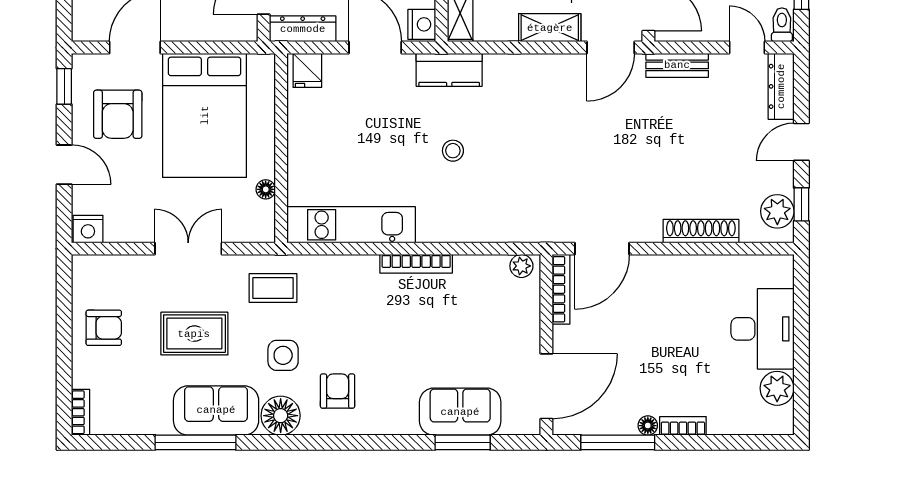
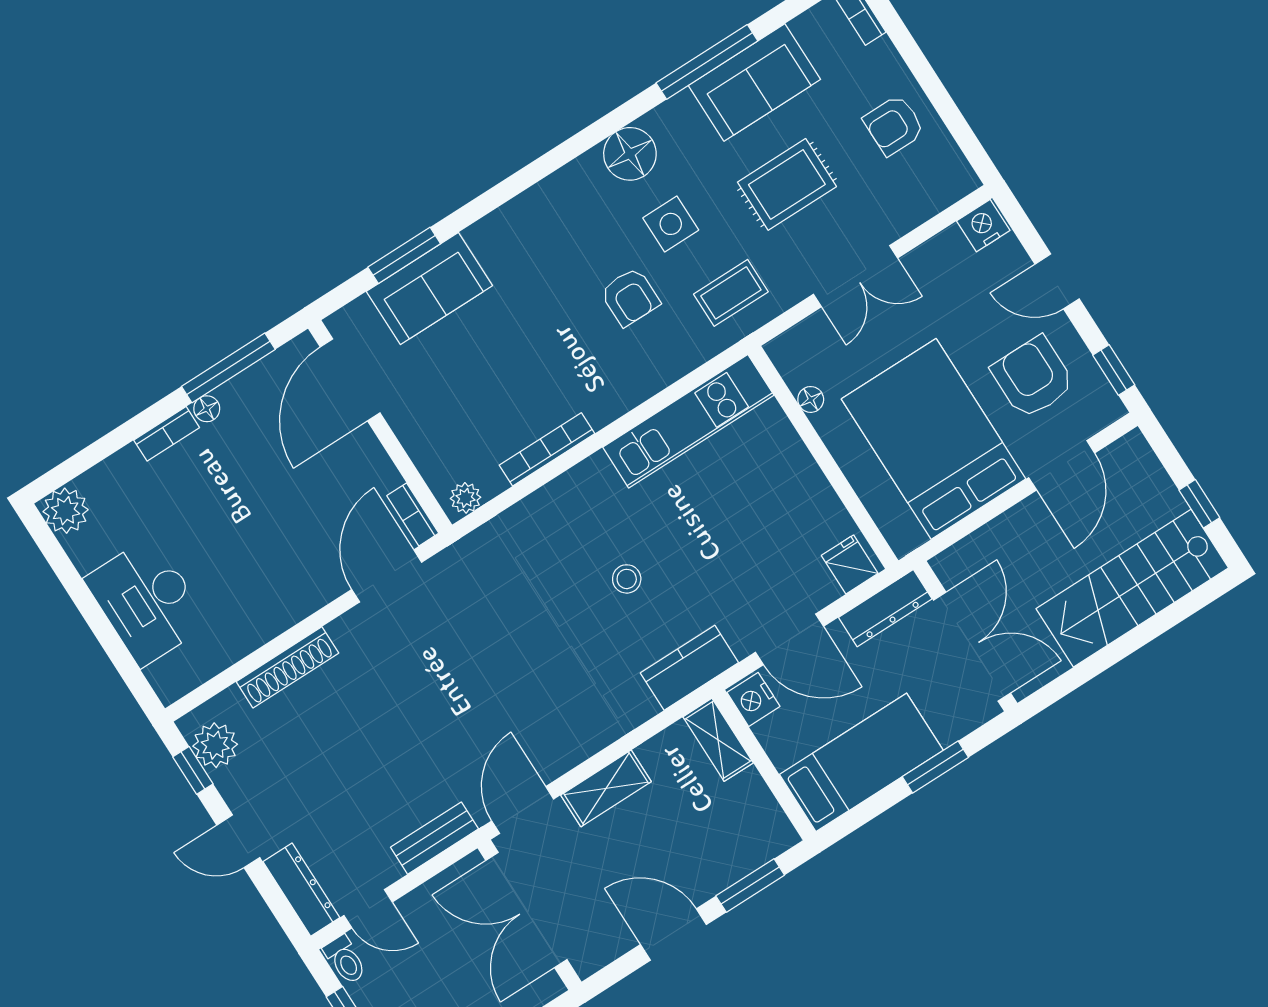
door: (801, 142) -> (238, 841), swing flipped
bookcase: (416, 264) -> (547, 449), moved
bookcase: (561, 289) -> (413, 514), width x0.64
plant: (777, 388) -> (66, 511), moved
armchair: (338, 391) -> (630, 297), moved
sofa: (216, 410) -> (754, 82), moved

